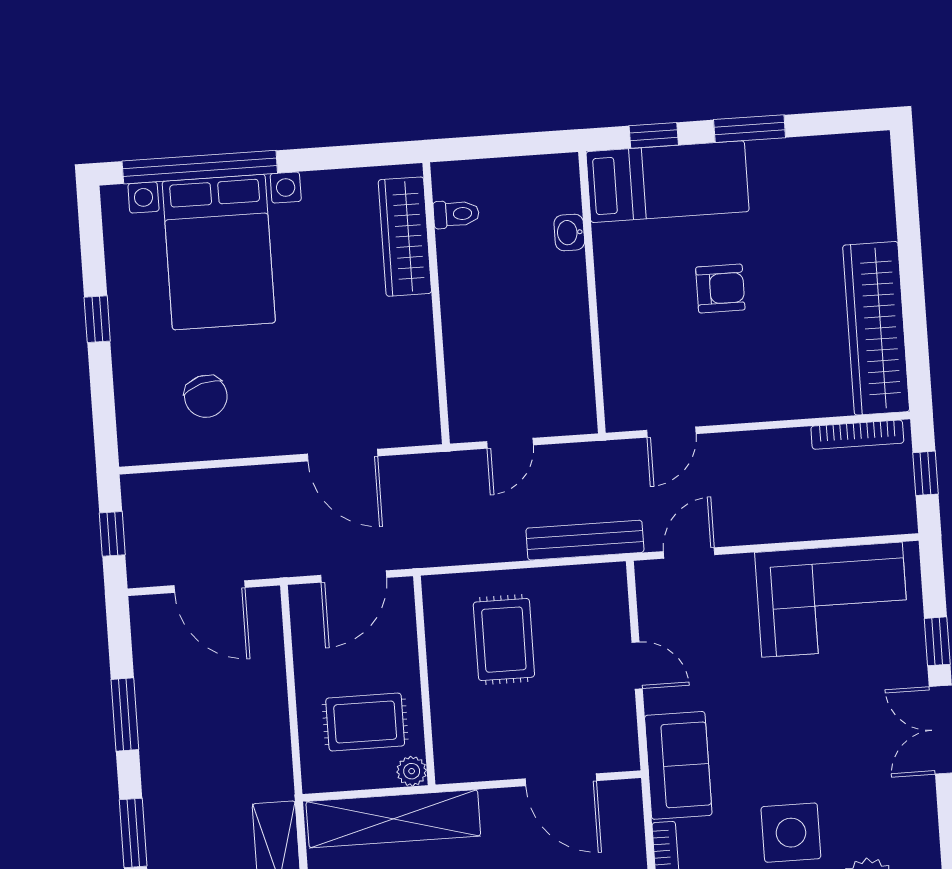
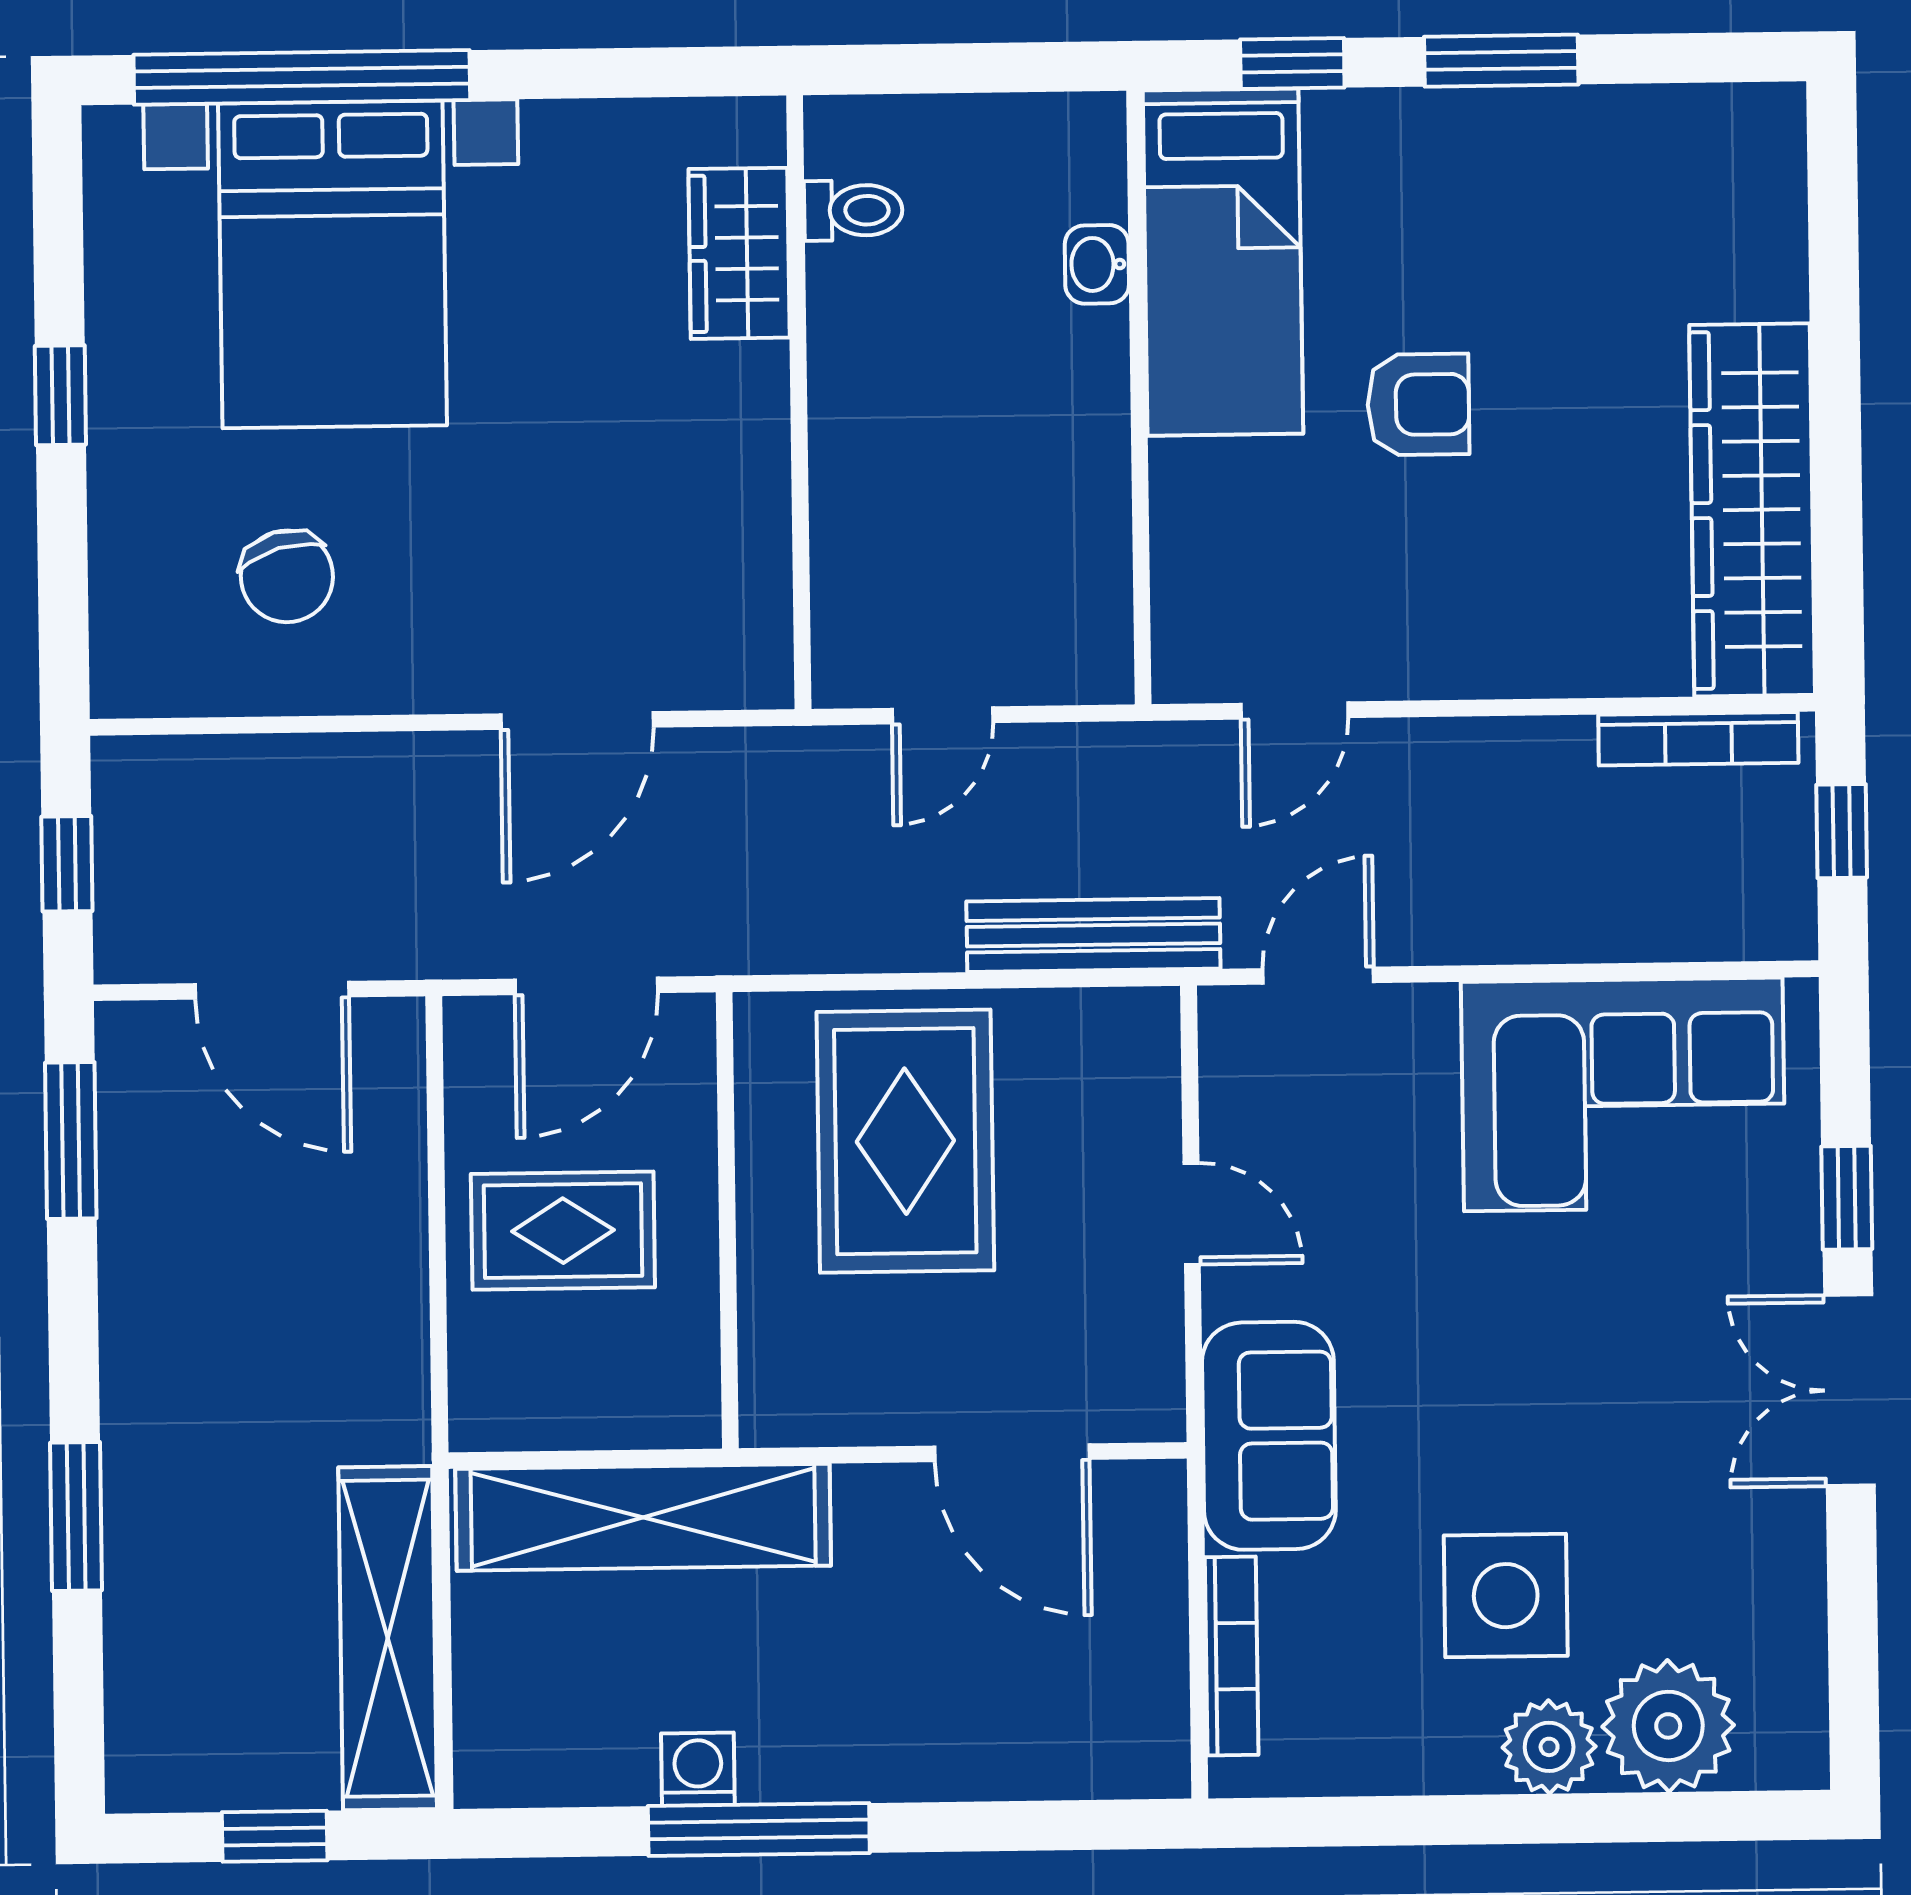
bed: (668, 182) -> (1223, 262), moved, turned 90
wardrobe: (405, 237) -> (739, 253), width x0.67
door: (343, 455) -> (577, 721), hinge flipped
rug: (504, 640) -> (905, 1141), width x1.36, depth x1.43
window: (125, 715) -> (71, 1141), moved
rug: (365, 722) -> (563, 1231), moved
plant: (412, 771) -> (689, 1416), removed

